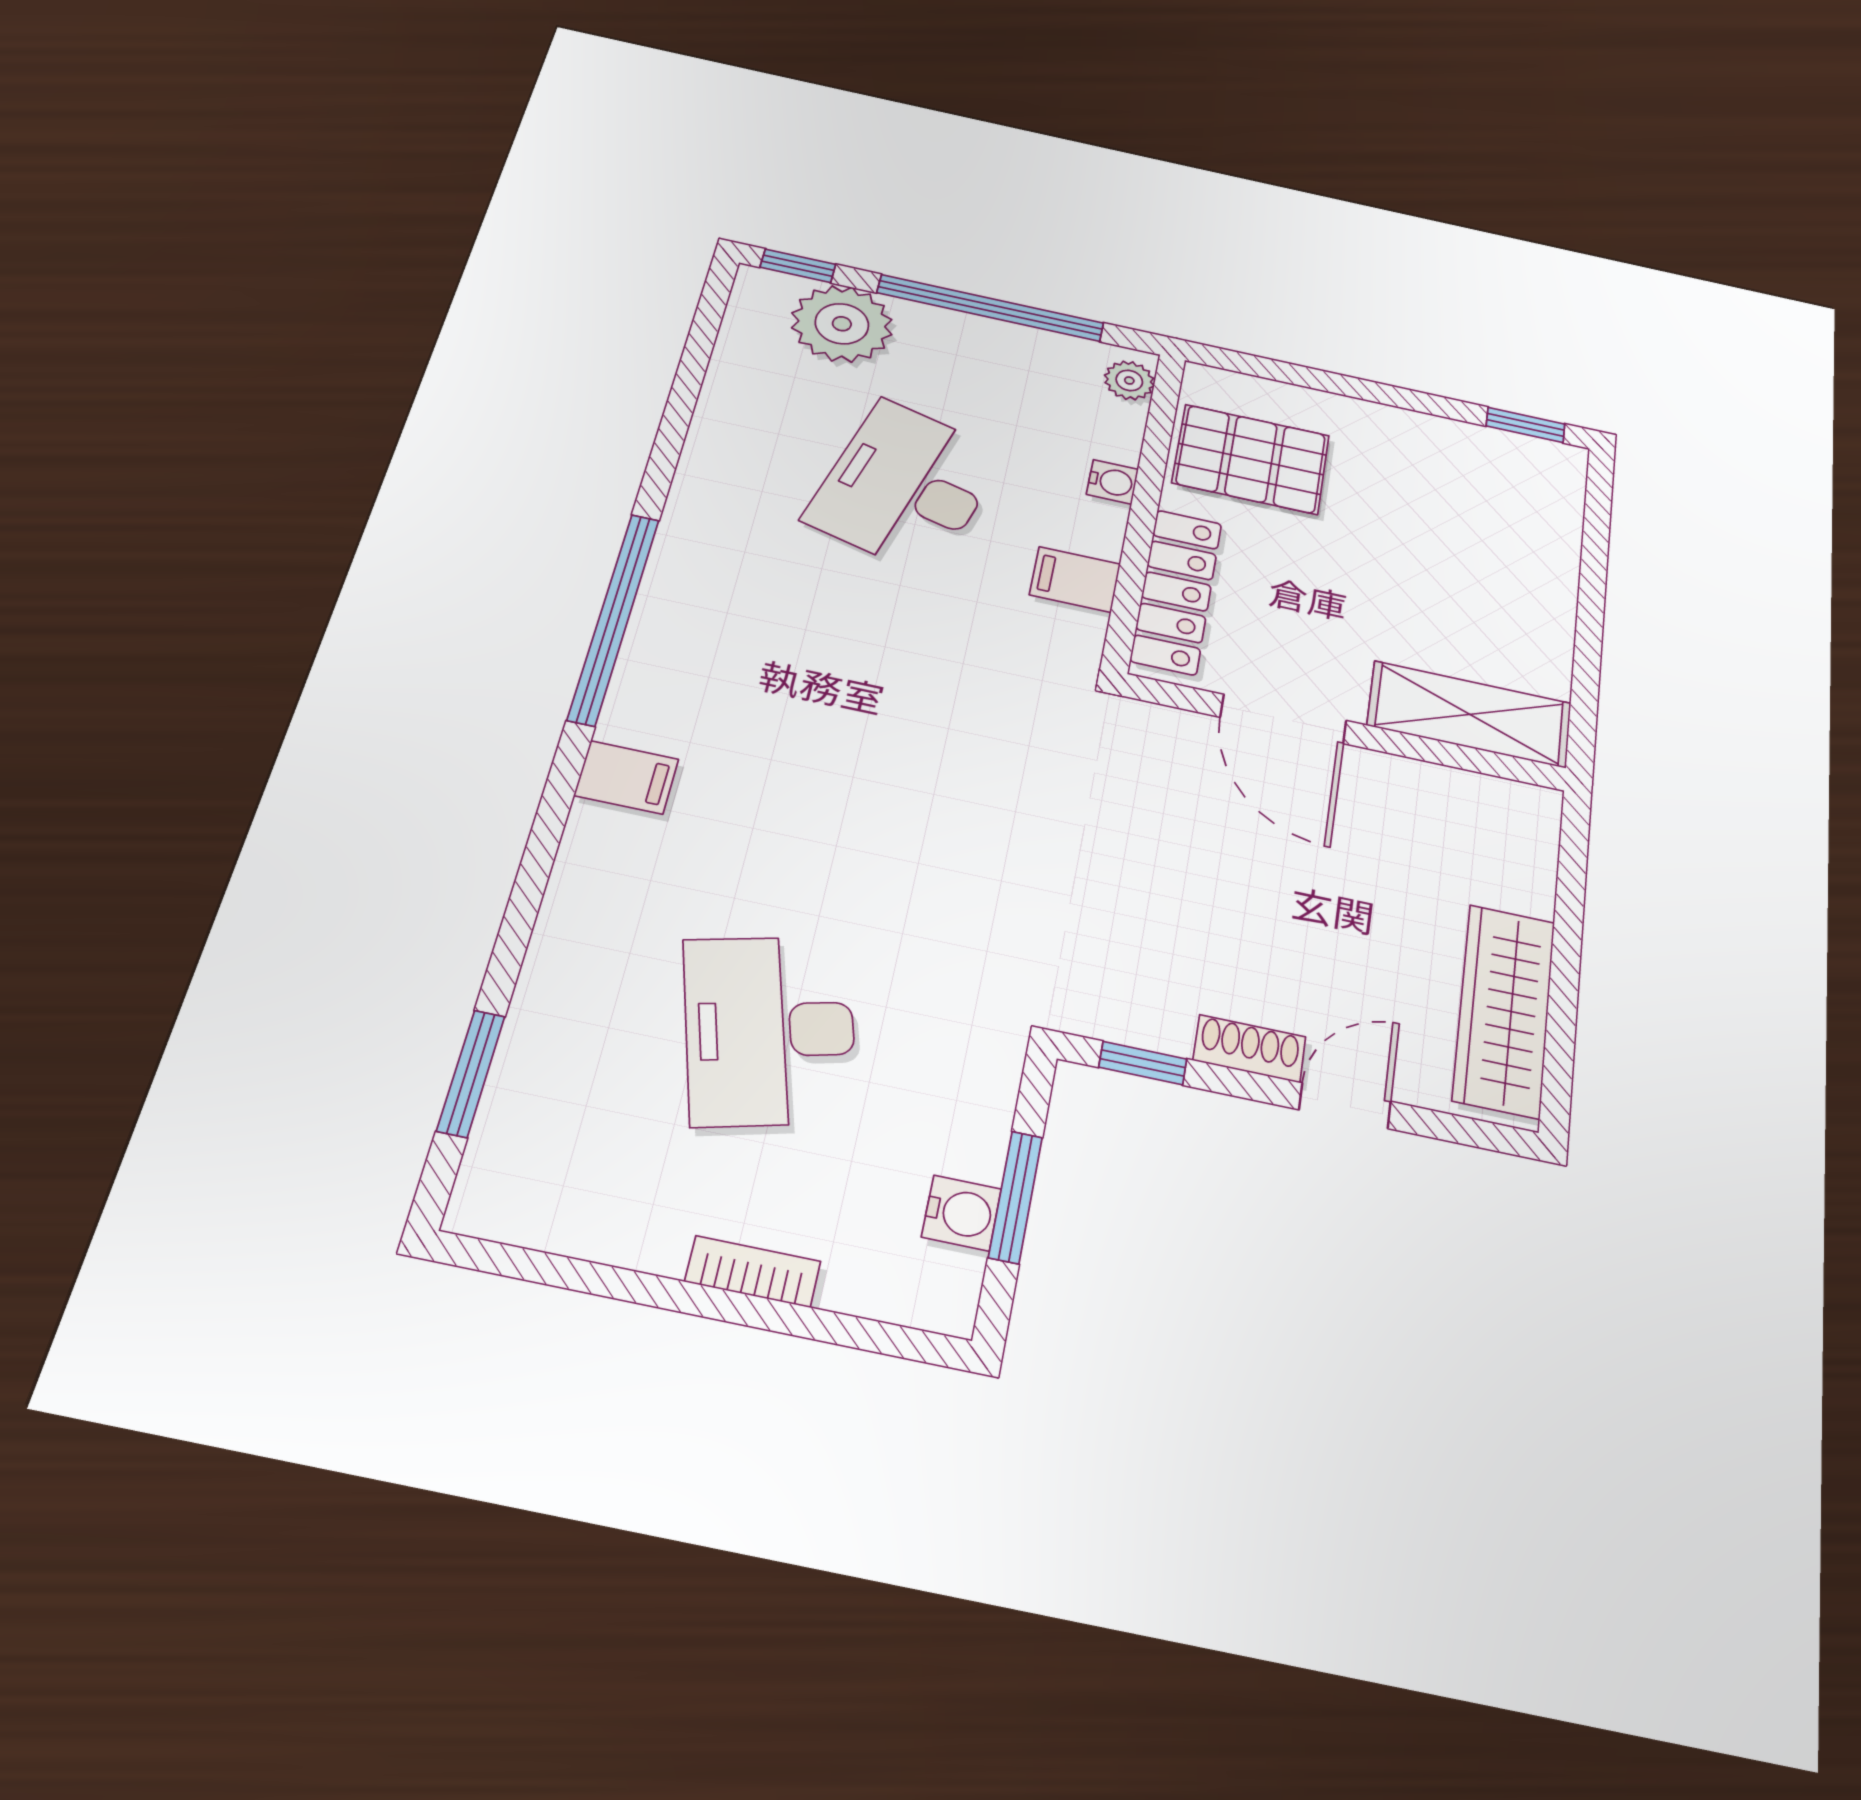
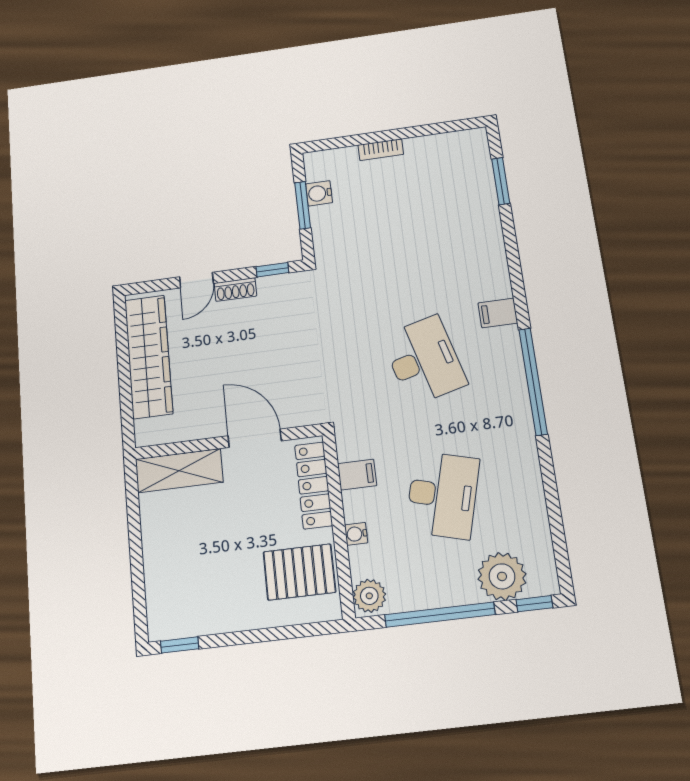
plant: (1129, 380) -> (369, 596), width x1.38, depth x1.38
wardrobe: (1504, 1010) -> (149, 356), width x1.40, depth x1.17
desk: (770, 1030) -> (424, 360), moved

